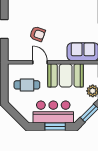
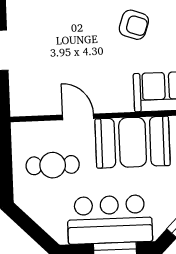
armchair: (37, 34) -> (134, 25), moved

